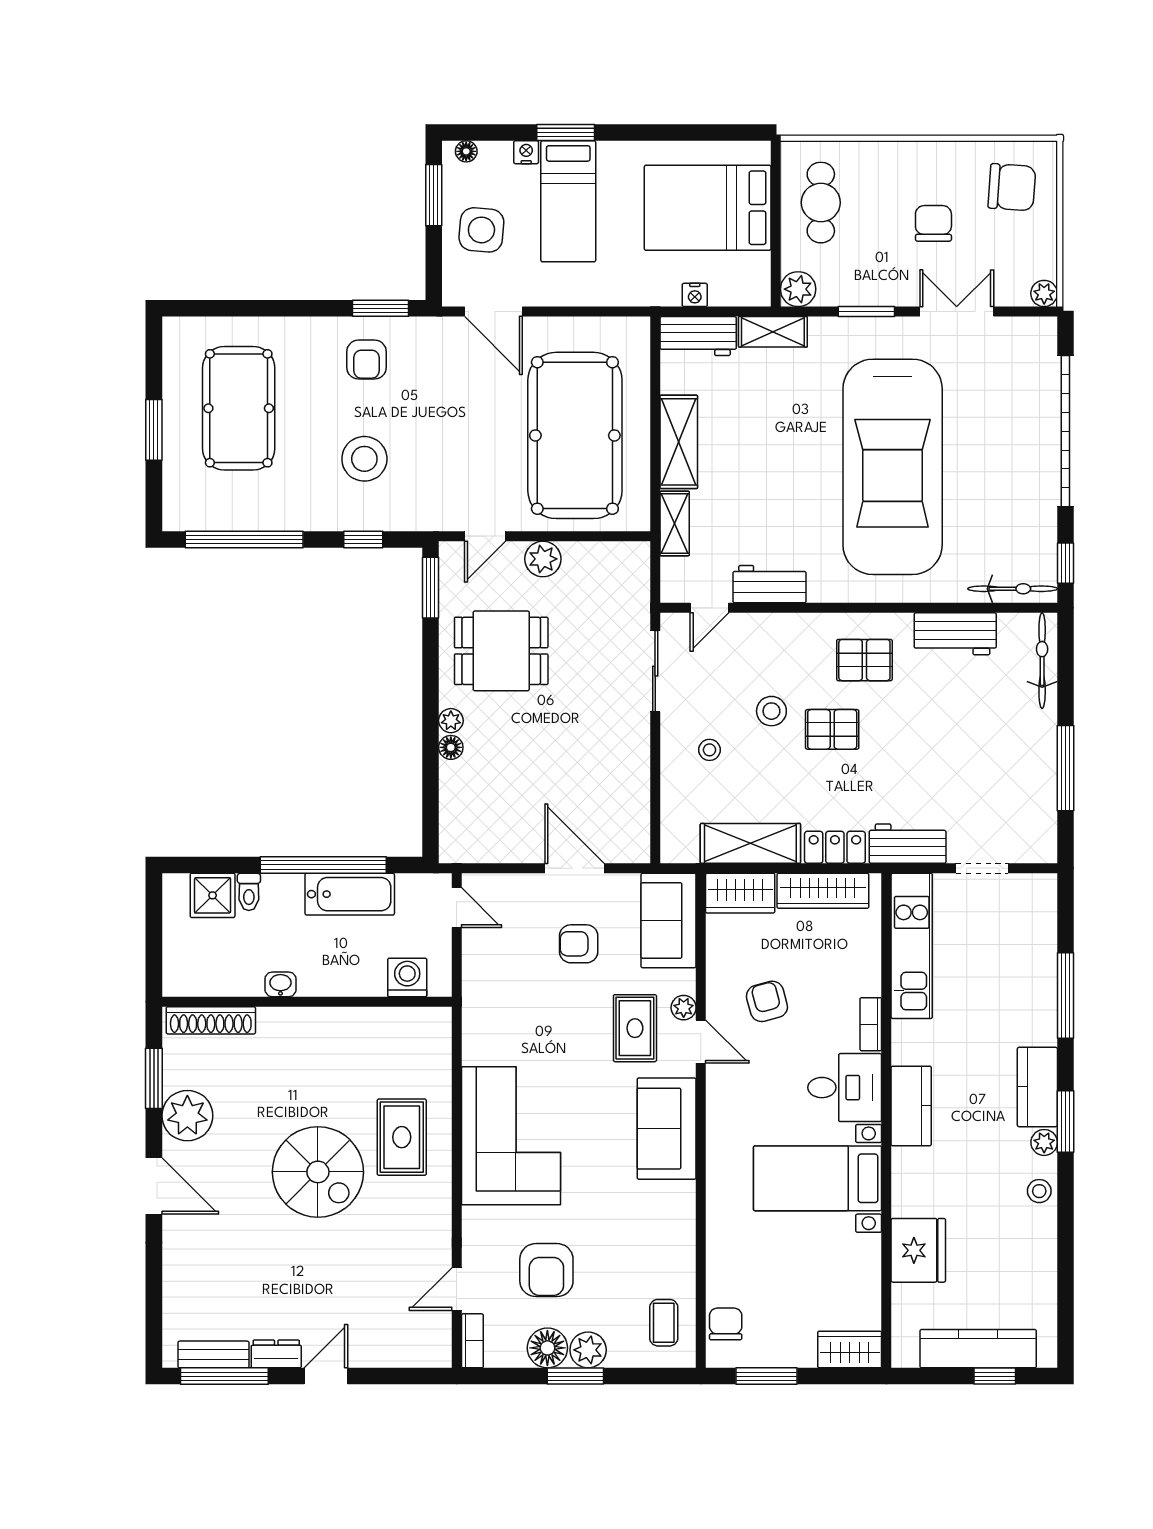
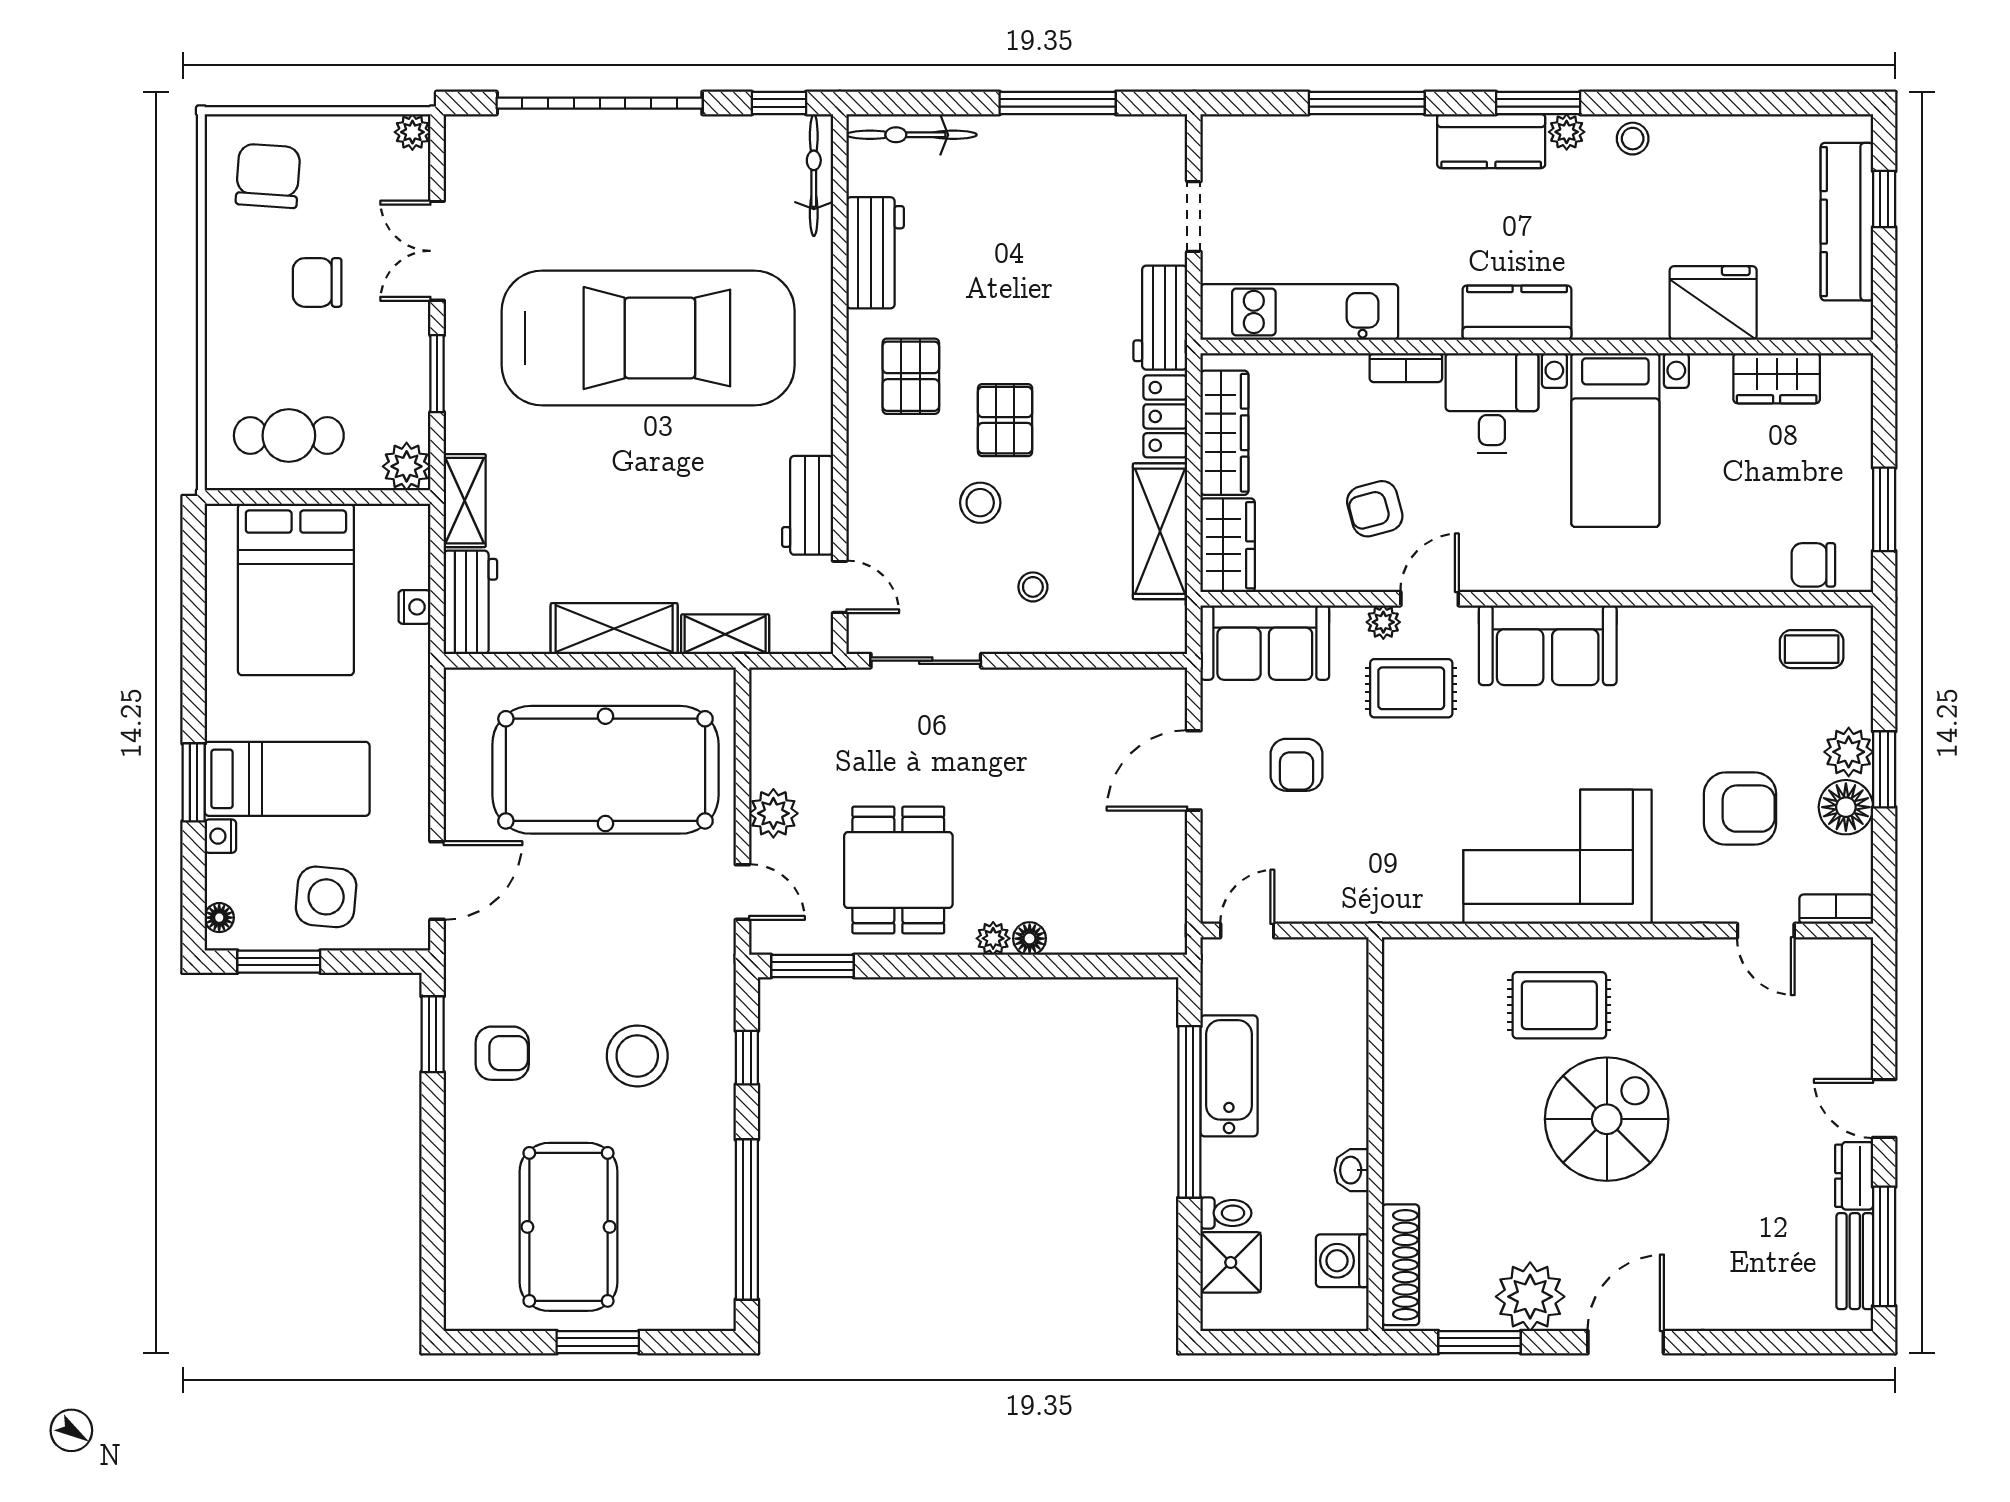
pool table: (239, 408) -> (568, 1227), turned 90
washing machine: (407, 977) -> (1342, 1261), moved
wardrobe: (850, 1349) -> (1777, 378), moved, turned -90

